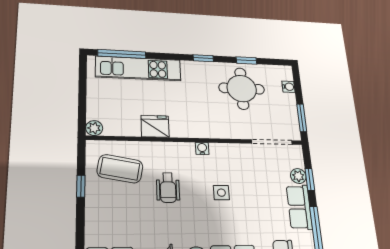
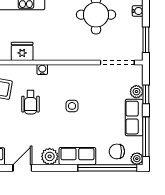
water cooler: (202, 148) -> (42, 69), moved

